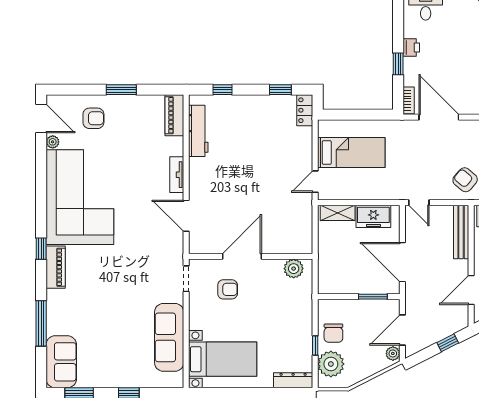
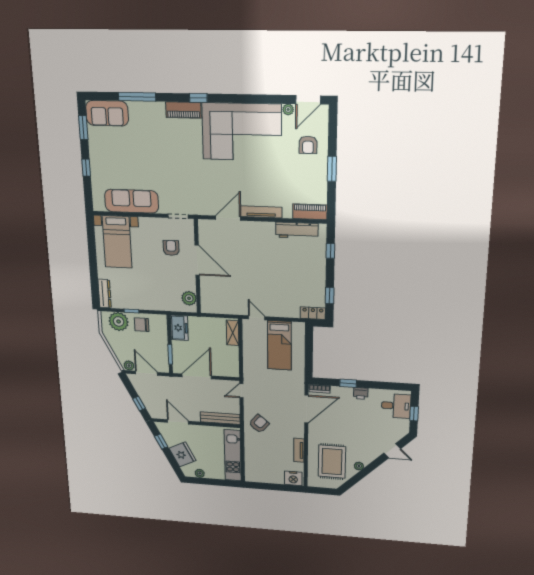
tv unit: (177, 175) -> (261, 212), width x1.41
freezer: (373, 216) -> (179, 328), moved, turned 180
armchair: (228, 289) -> (171, 248), turned 180

